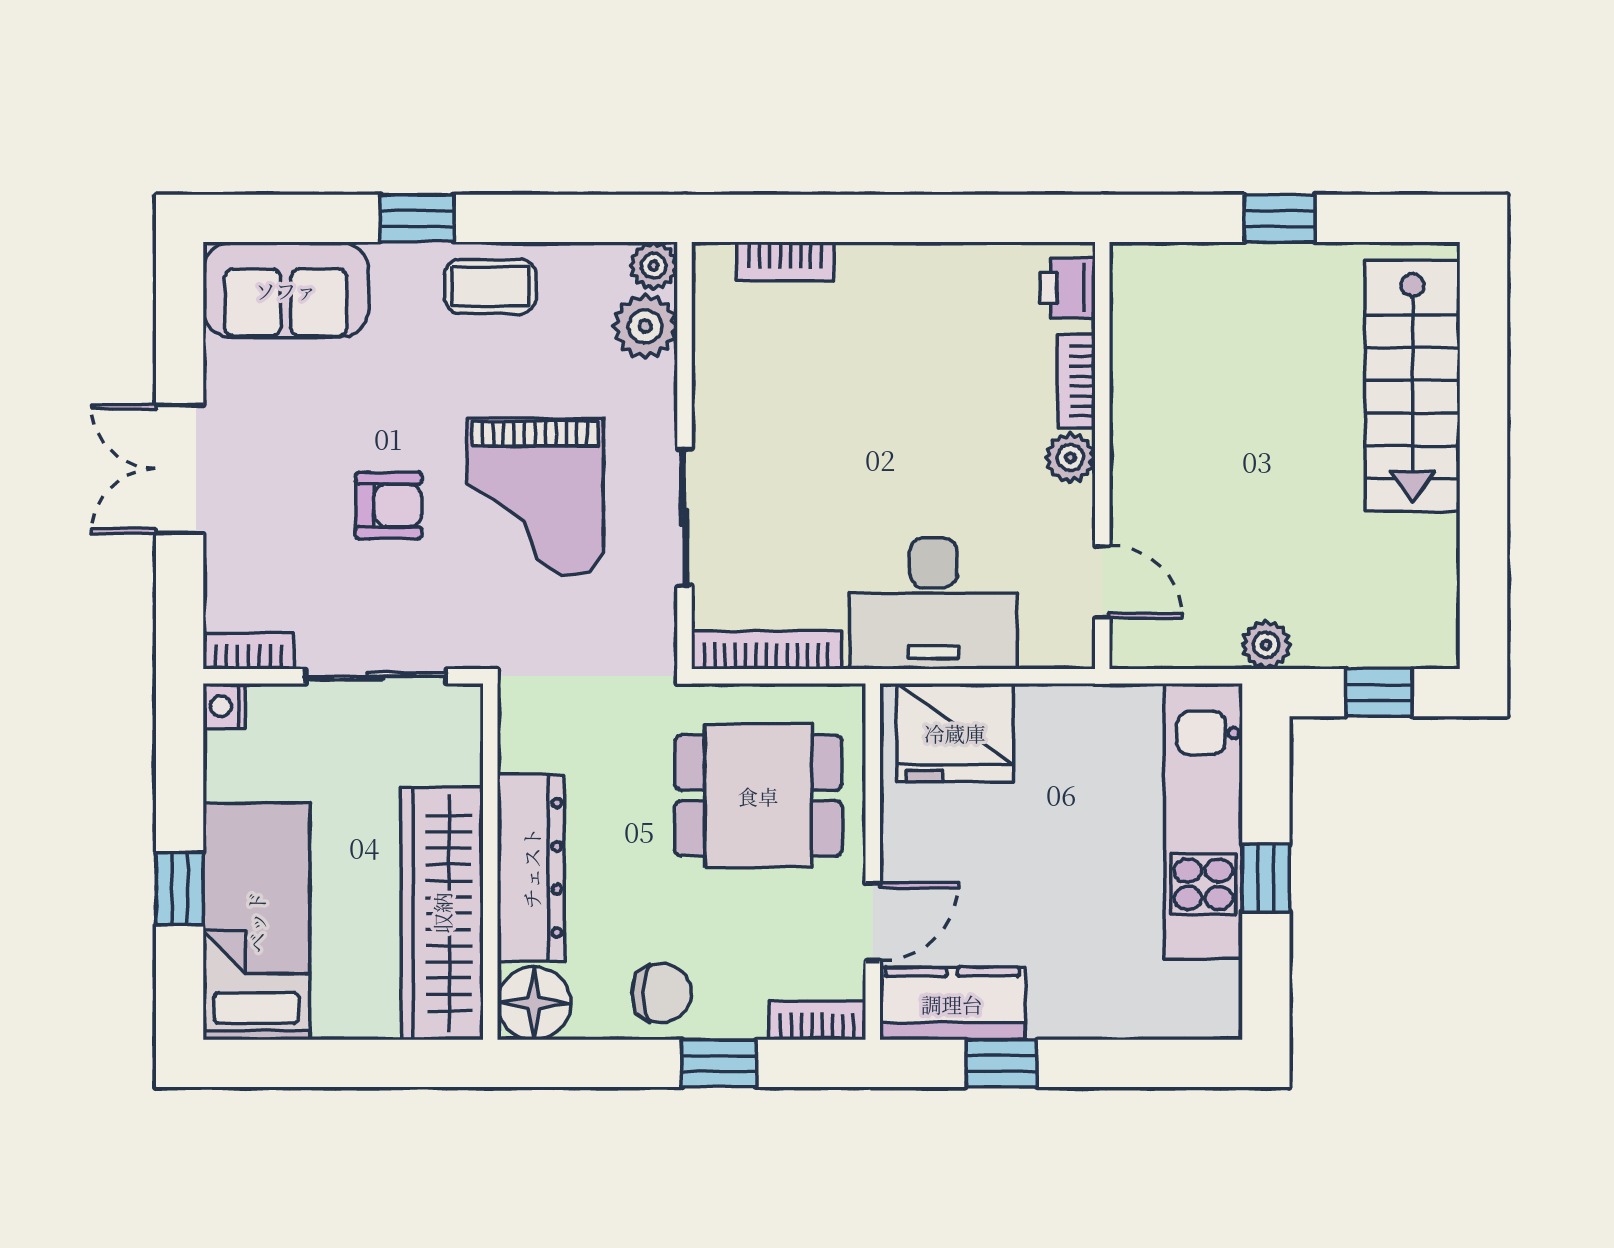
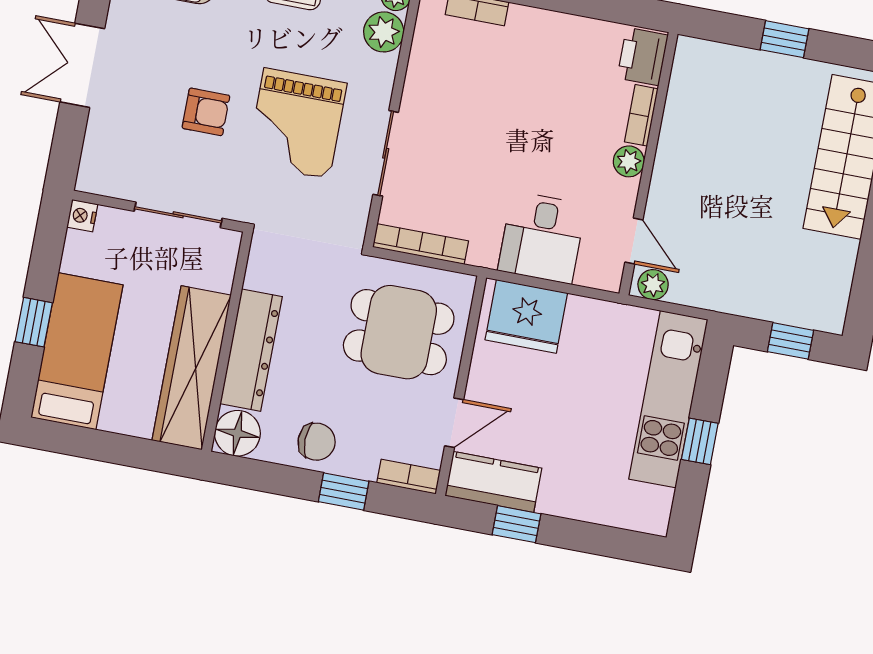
printer: (1067, 288) -> (643, 57), width x1.36, depth x1.24
desk: (933, 603) -> (542, 237), width x0.73
plant: (1266, 645) -> (653, 285), moved
bookcase: (249, 651) -> (103, 185), removed

